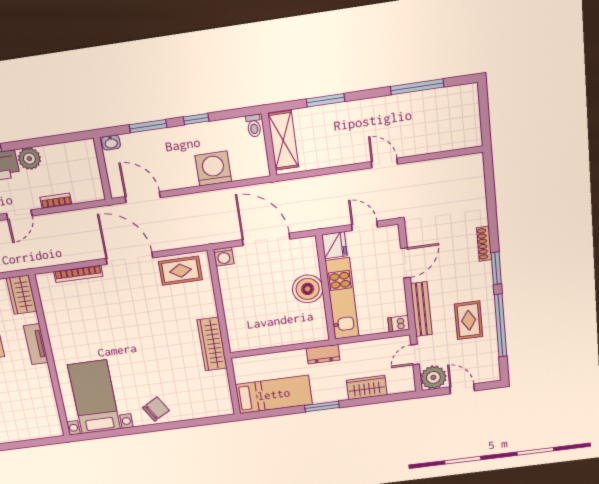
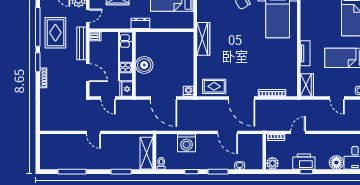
plant: (29, 159) -> (272, 163), moved
wall: (103, 169) -> (264, 152), moved
door: (405, 263) -> (88, 73), swing flipped
rug: (469, 320) -> (55, 33), width x1.36, depth x1.43

